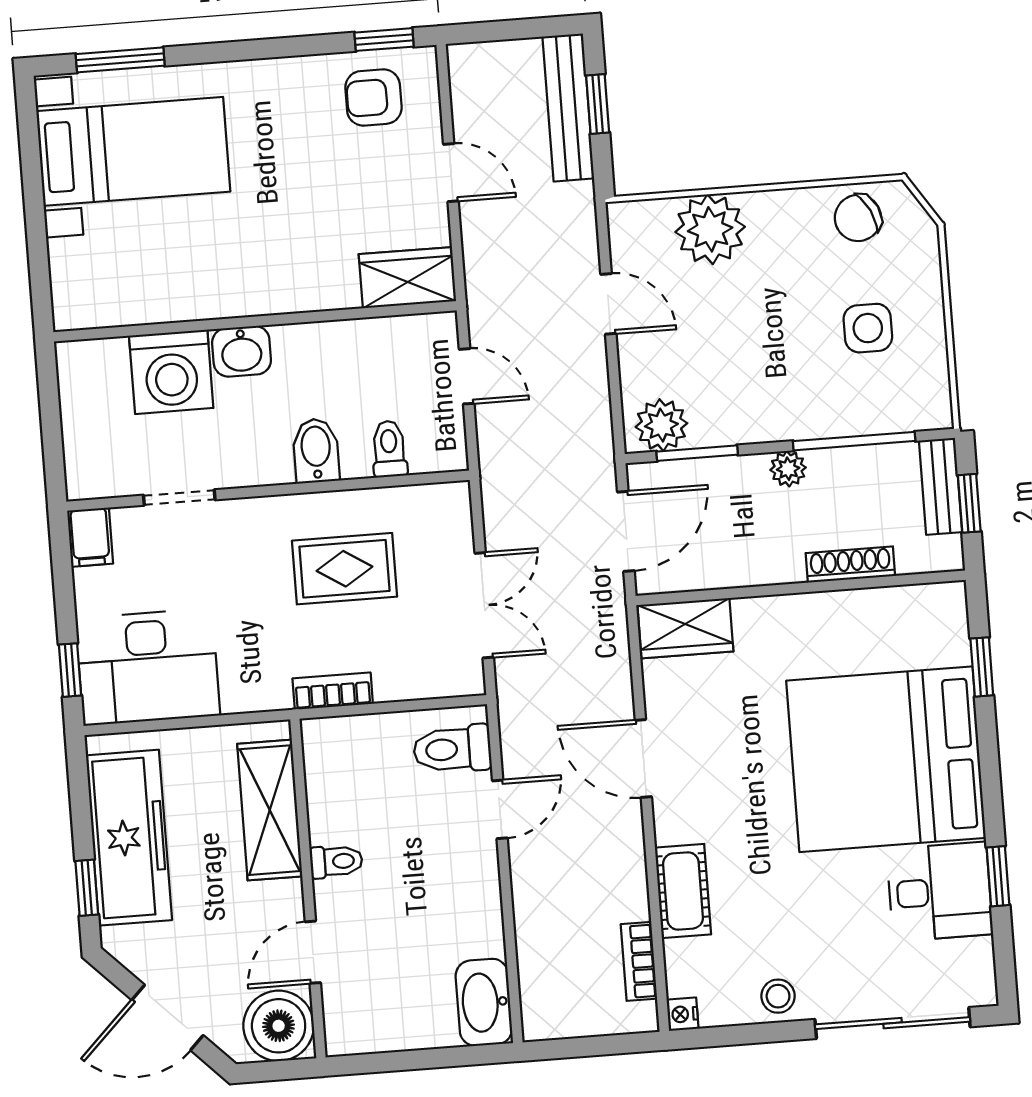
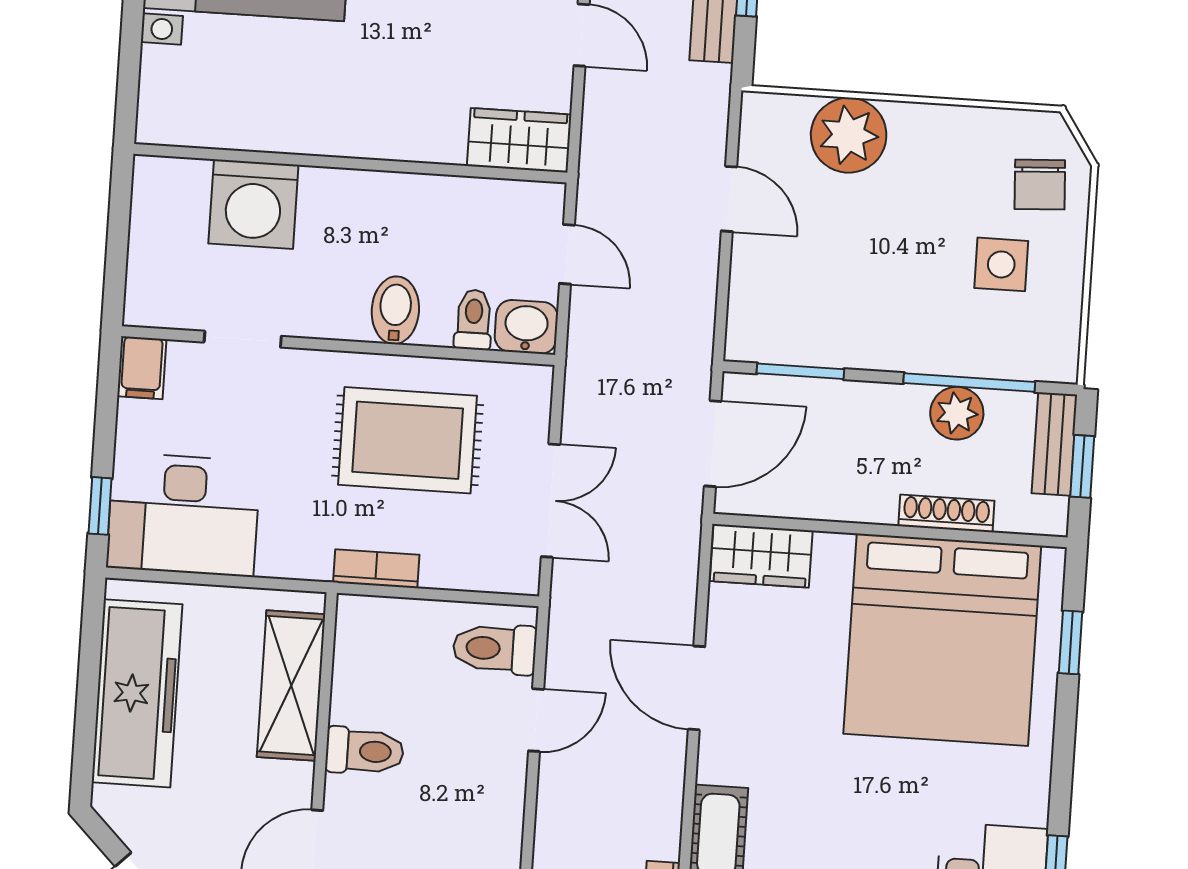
chair: (858, 218) -> (1040, 185), moved, turned -67
washbasin: (242, 351) -> (526, 327), moved, turned 180
plant: (661, 425) -> (767, 336), removed
plant: (788, 469) -> (957, 413), moved, width x1.38, depth x1.38
rug: (345, 569) -> (408, 440), width x1.36, depth x1.43
bed: (886, 759) -> (942, 640), moved, turned -90
toilet: (336, 861) -> (365, 751), width x1.37, depth x1.39
window: (87, 888) -> (84, 740), removed

